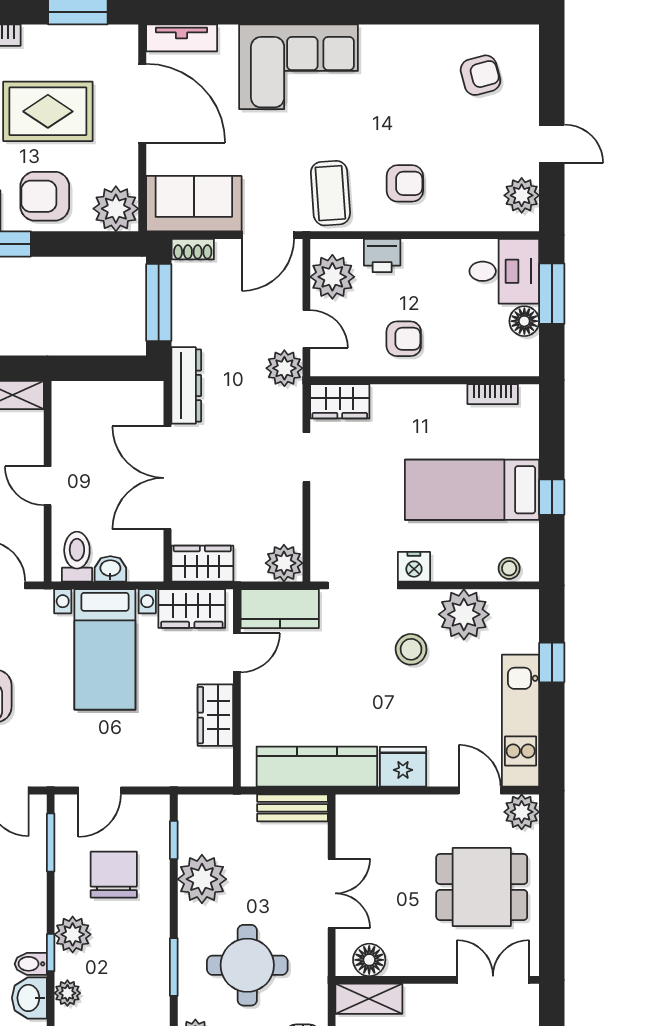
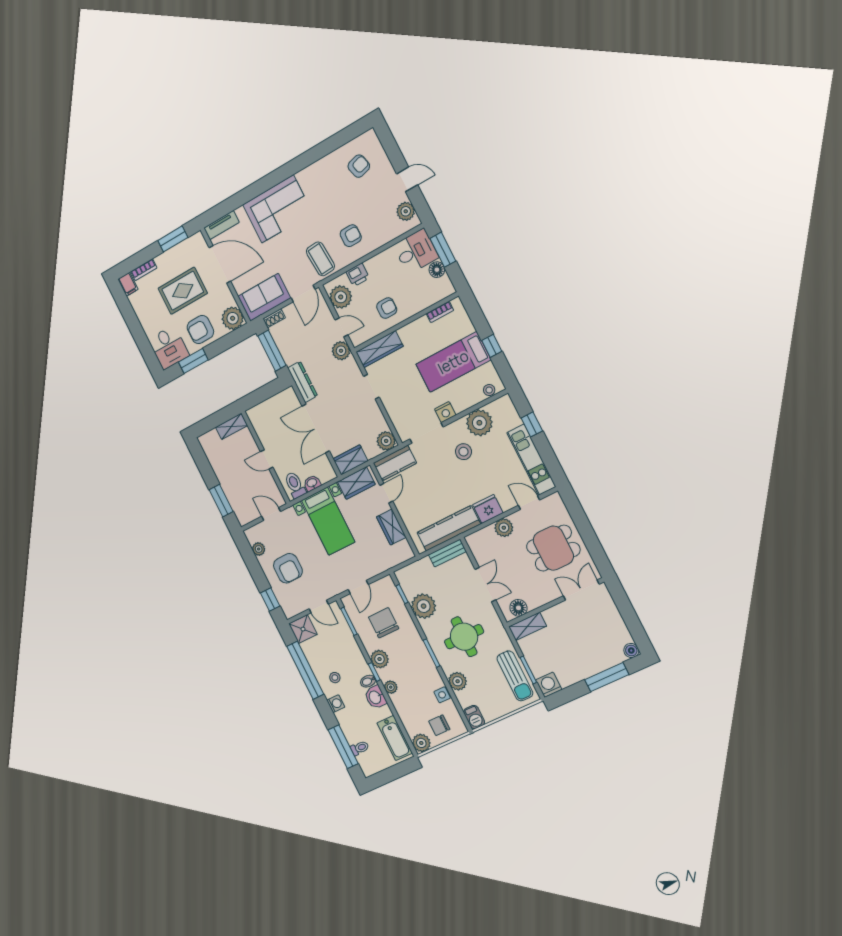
wardrobe: (340, 401) -> (380, 349), width x1.50
plant: (522, 812) -> (504, 528), moved

